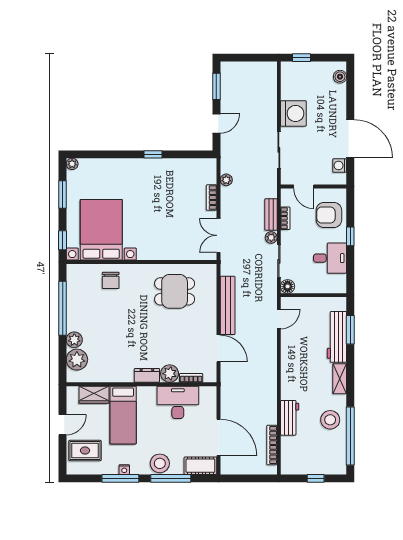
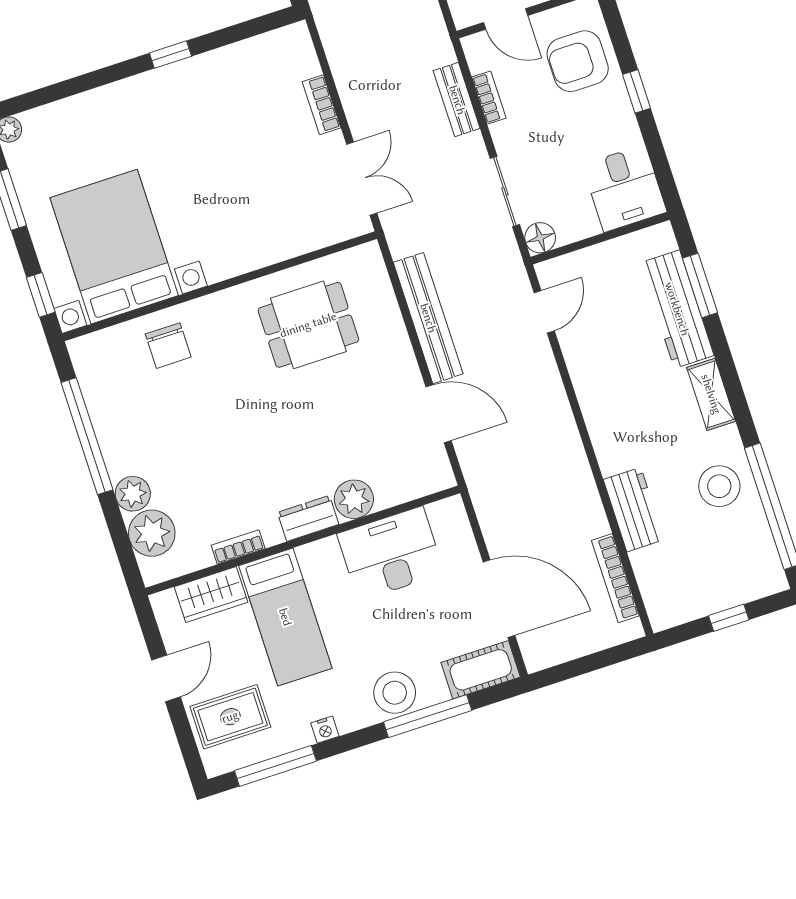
plant: (226, 180) -> (340, 58), removed
double door: (218, 235) -> (362, 179), swing flipped
plant: (271, 238) -> (473, 147), removed
desk: (330, 258) -> (624, 188), moved, turned 90
bookcase: (191, 378) -> (238, 547), moved
window: (120, 478) -> (275, 766), moved

